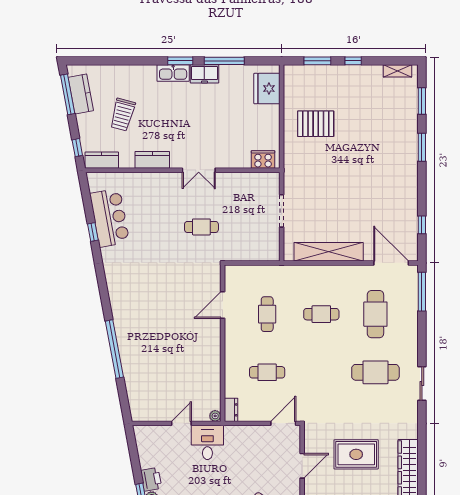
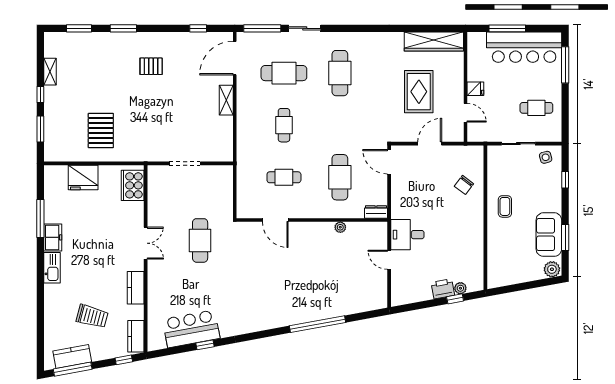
window: (180, 61) -> (40, 261), removed
shelving: (398, 71) -> (50, 72), moved
fridge: (267, 89) -> (83, 178), moved
cooker: (263, 160) -> (133, 185), width x1.37, depth x1.31
pallet: (382, 176) -> (151, 66), added
cafe table: (201, 227) -> (200, 240), width x1.37, depth x1.35
shelving: (329, 252) -> (226, 100), width x0.45, depth x0.75
cafe table: (267, 372) -> (340, 177), width x1.37, depth x1.35
sliding door: (422, 383) -> (305, 28), moved
plant: (215, 416) -> (340, 227), moved
door: (302, 466) -> (430, 144), hinge flipped

